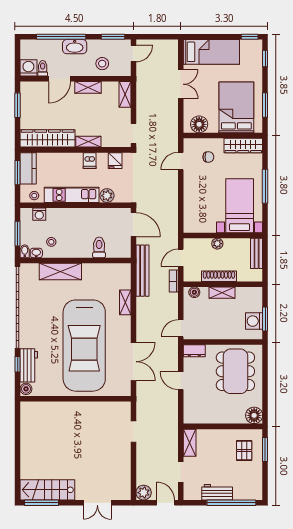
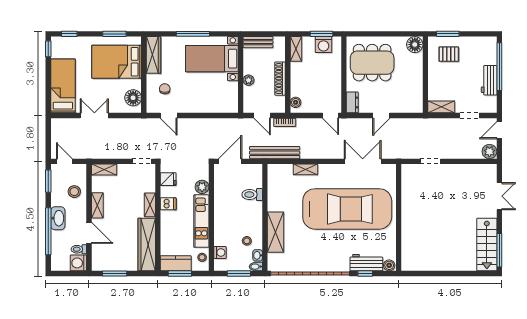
shelving: (222, 293) -> (296, 49), moved

